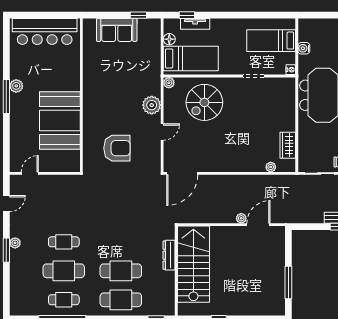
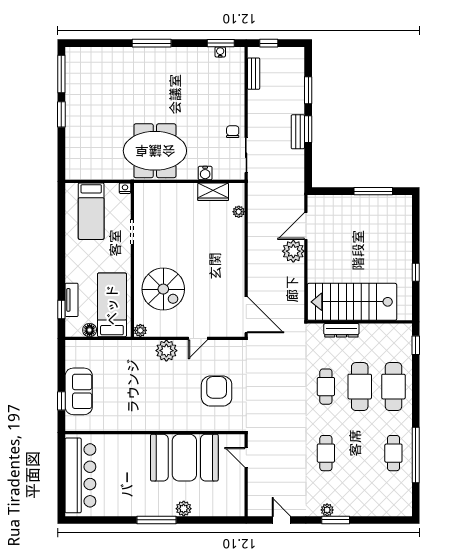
window: (138, 15) -> (61, 401), moved
water cooler: (304, 48) -> (205, 173), moved
plant: (16, 86) -> (184, 509), moved
door: (162, 132) -> (198, 338), swing flipped
door: (30, 173) -> (246, 457), moved
plant: (241, 218) -> (293, 251), width x1.87, depth x1.87
door: (258, 225) -> (306, 226), hinge flipped
cafe table: (64, 271) -> (326, 387), moved, width x0.73, depth x0.74

